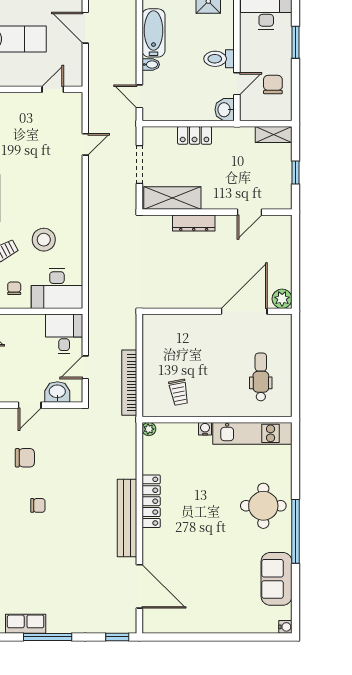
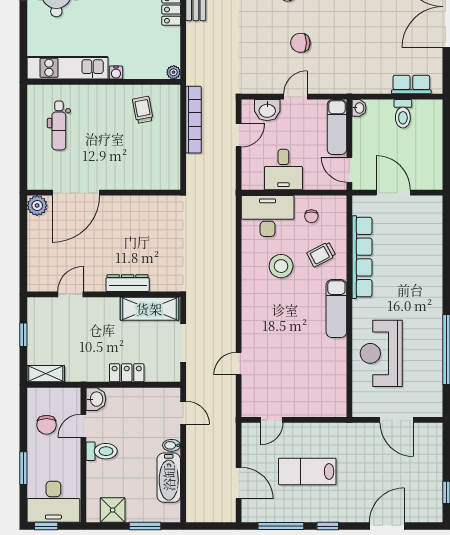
desk: (64, 334) -> (283, 170), moved

